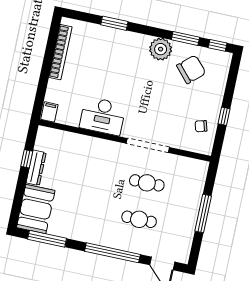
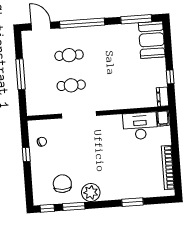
chair: (191, 69) -> (62, 184), turned 132
desk: (103, 116) -> (140, 126), moved
dresser: (36, 168) -> (163, 97), moved, width x0.70

